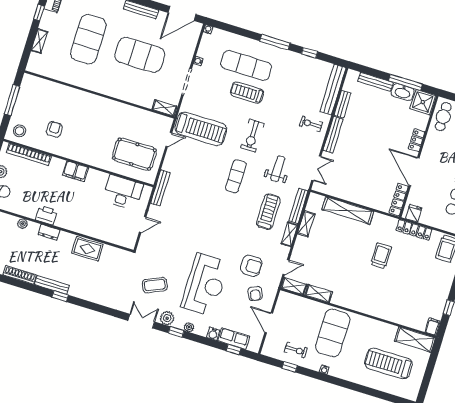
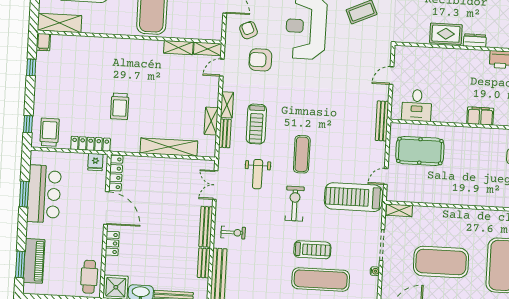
desk: (123, 192) -> (417, 105), width x0.73
bench: (298, 206) -> (225, 133), width x0.73
dresser: (49, 232) -> (475, 40), moved

